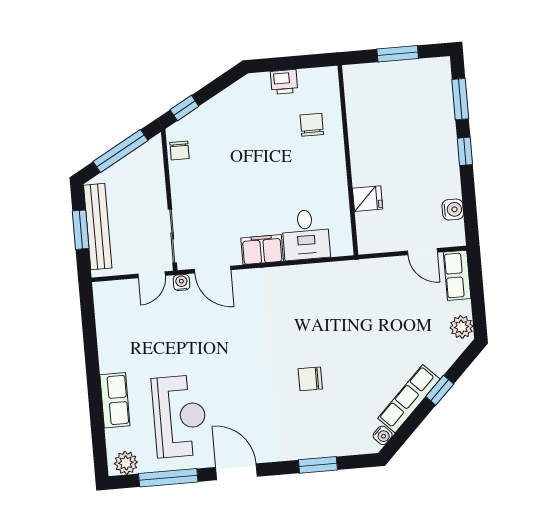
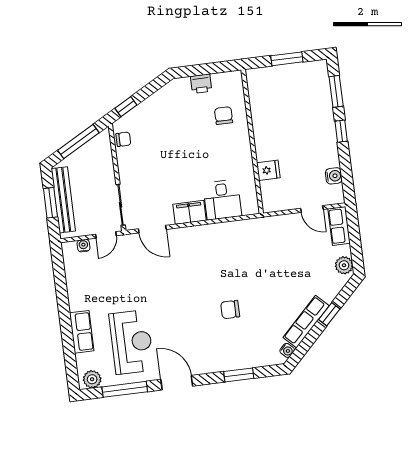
chair: (179, 150) -> (123, 139), turned -90
water cooler: (181, 282) -> (84, 246), moved

